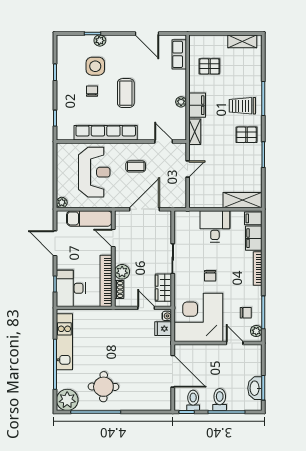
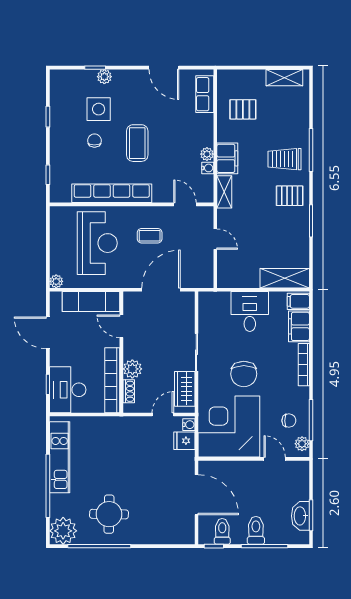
water cooler: (182, 113) -> (208, 168), added
door: (188, 169) -> (215, 239), hinge flipped
chair: (210, 276) -> (244, 374), width x1.87, depth x1.87
door: (146, 308) -> (163, 415), hinge flipped

